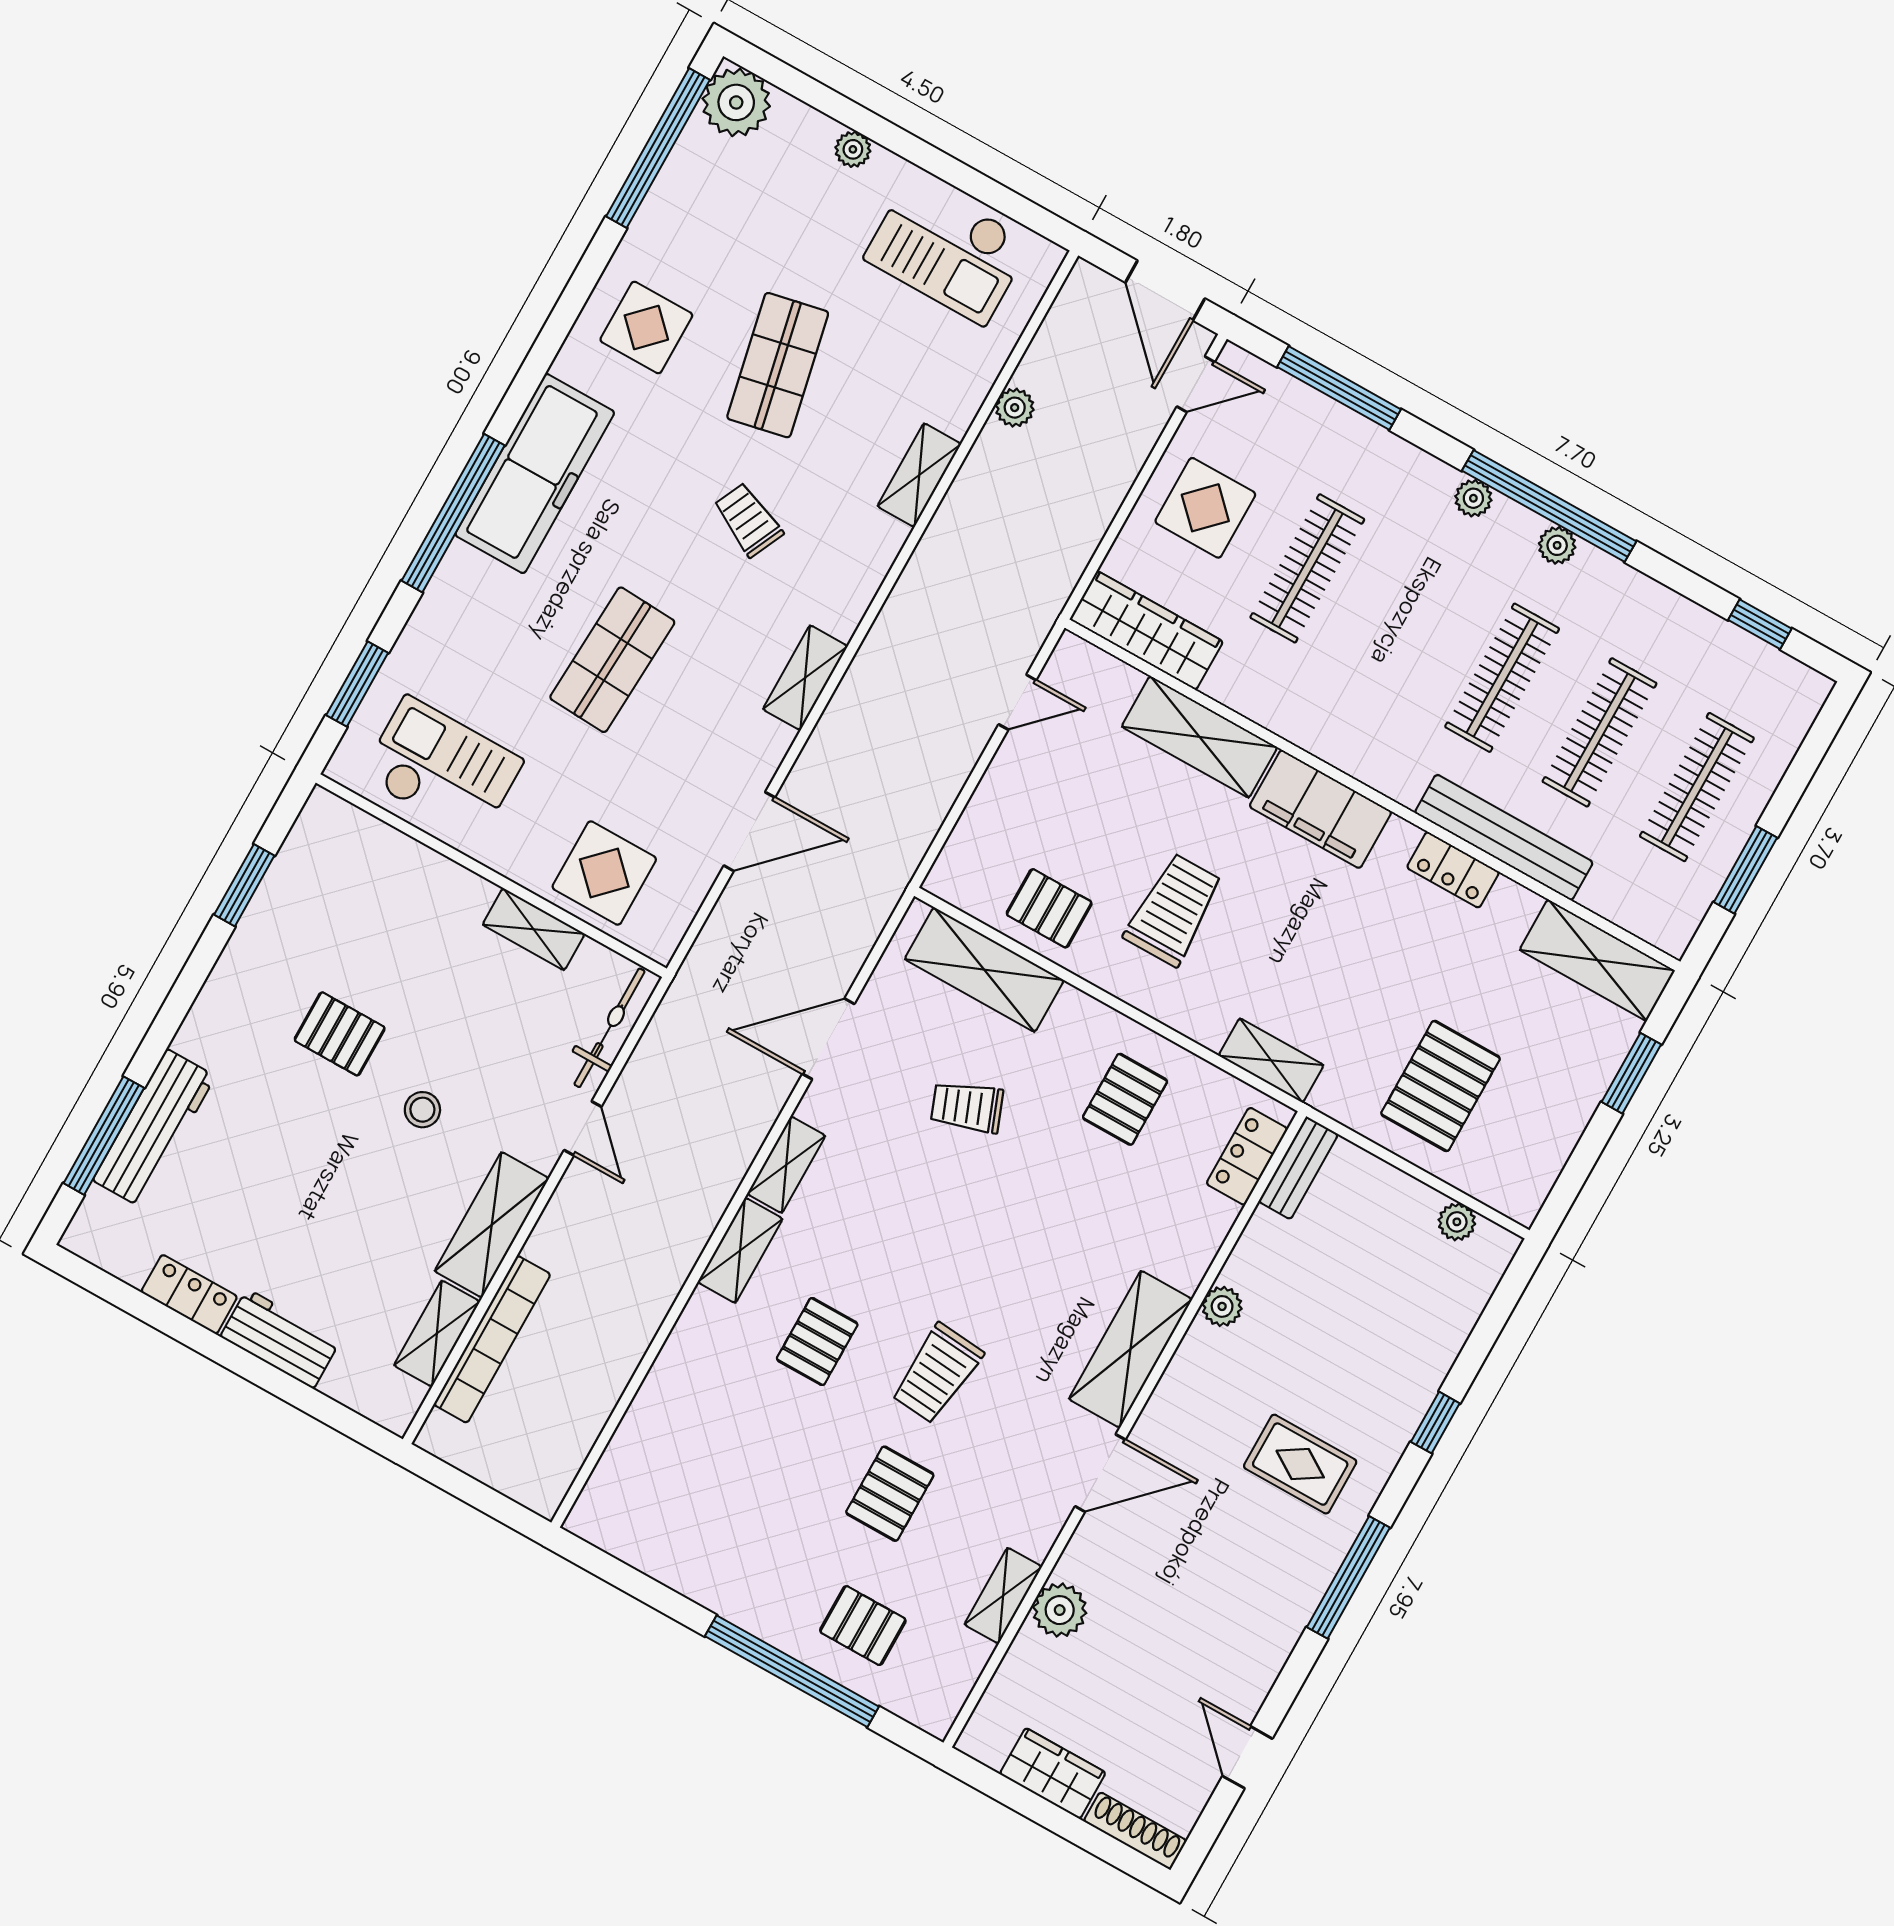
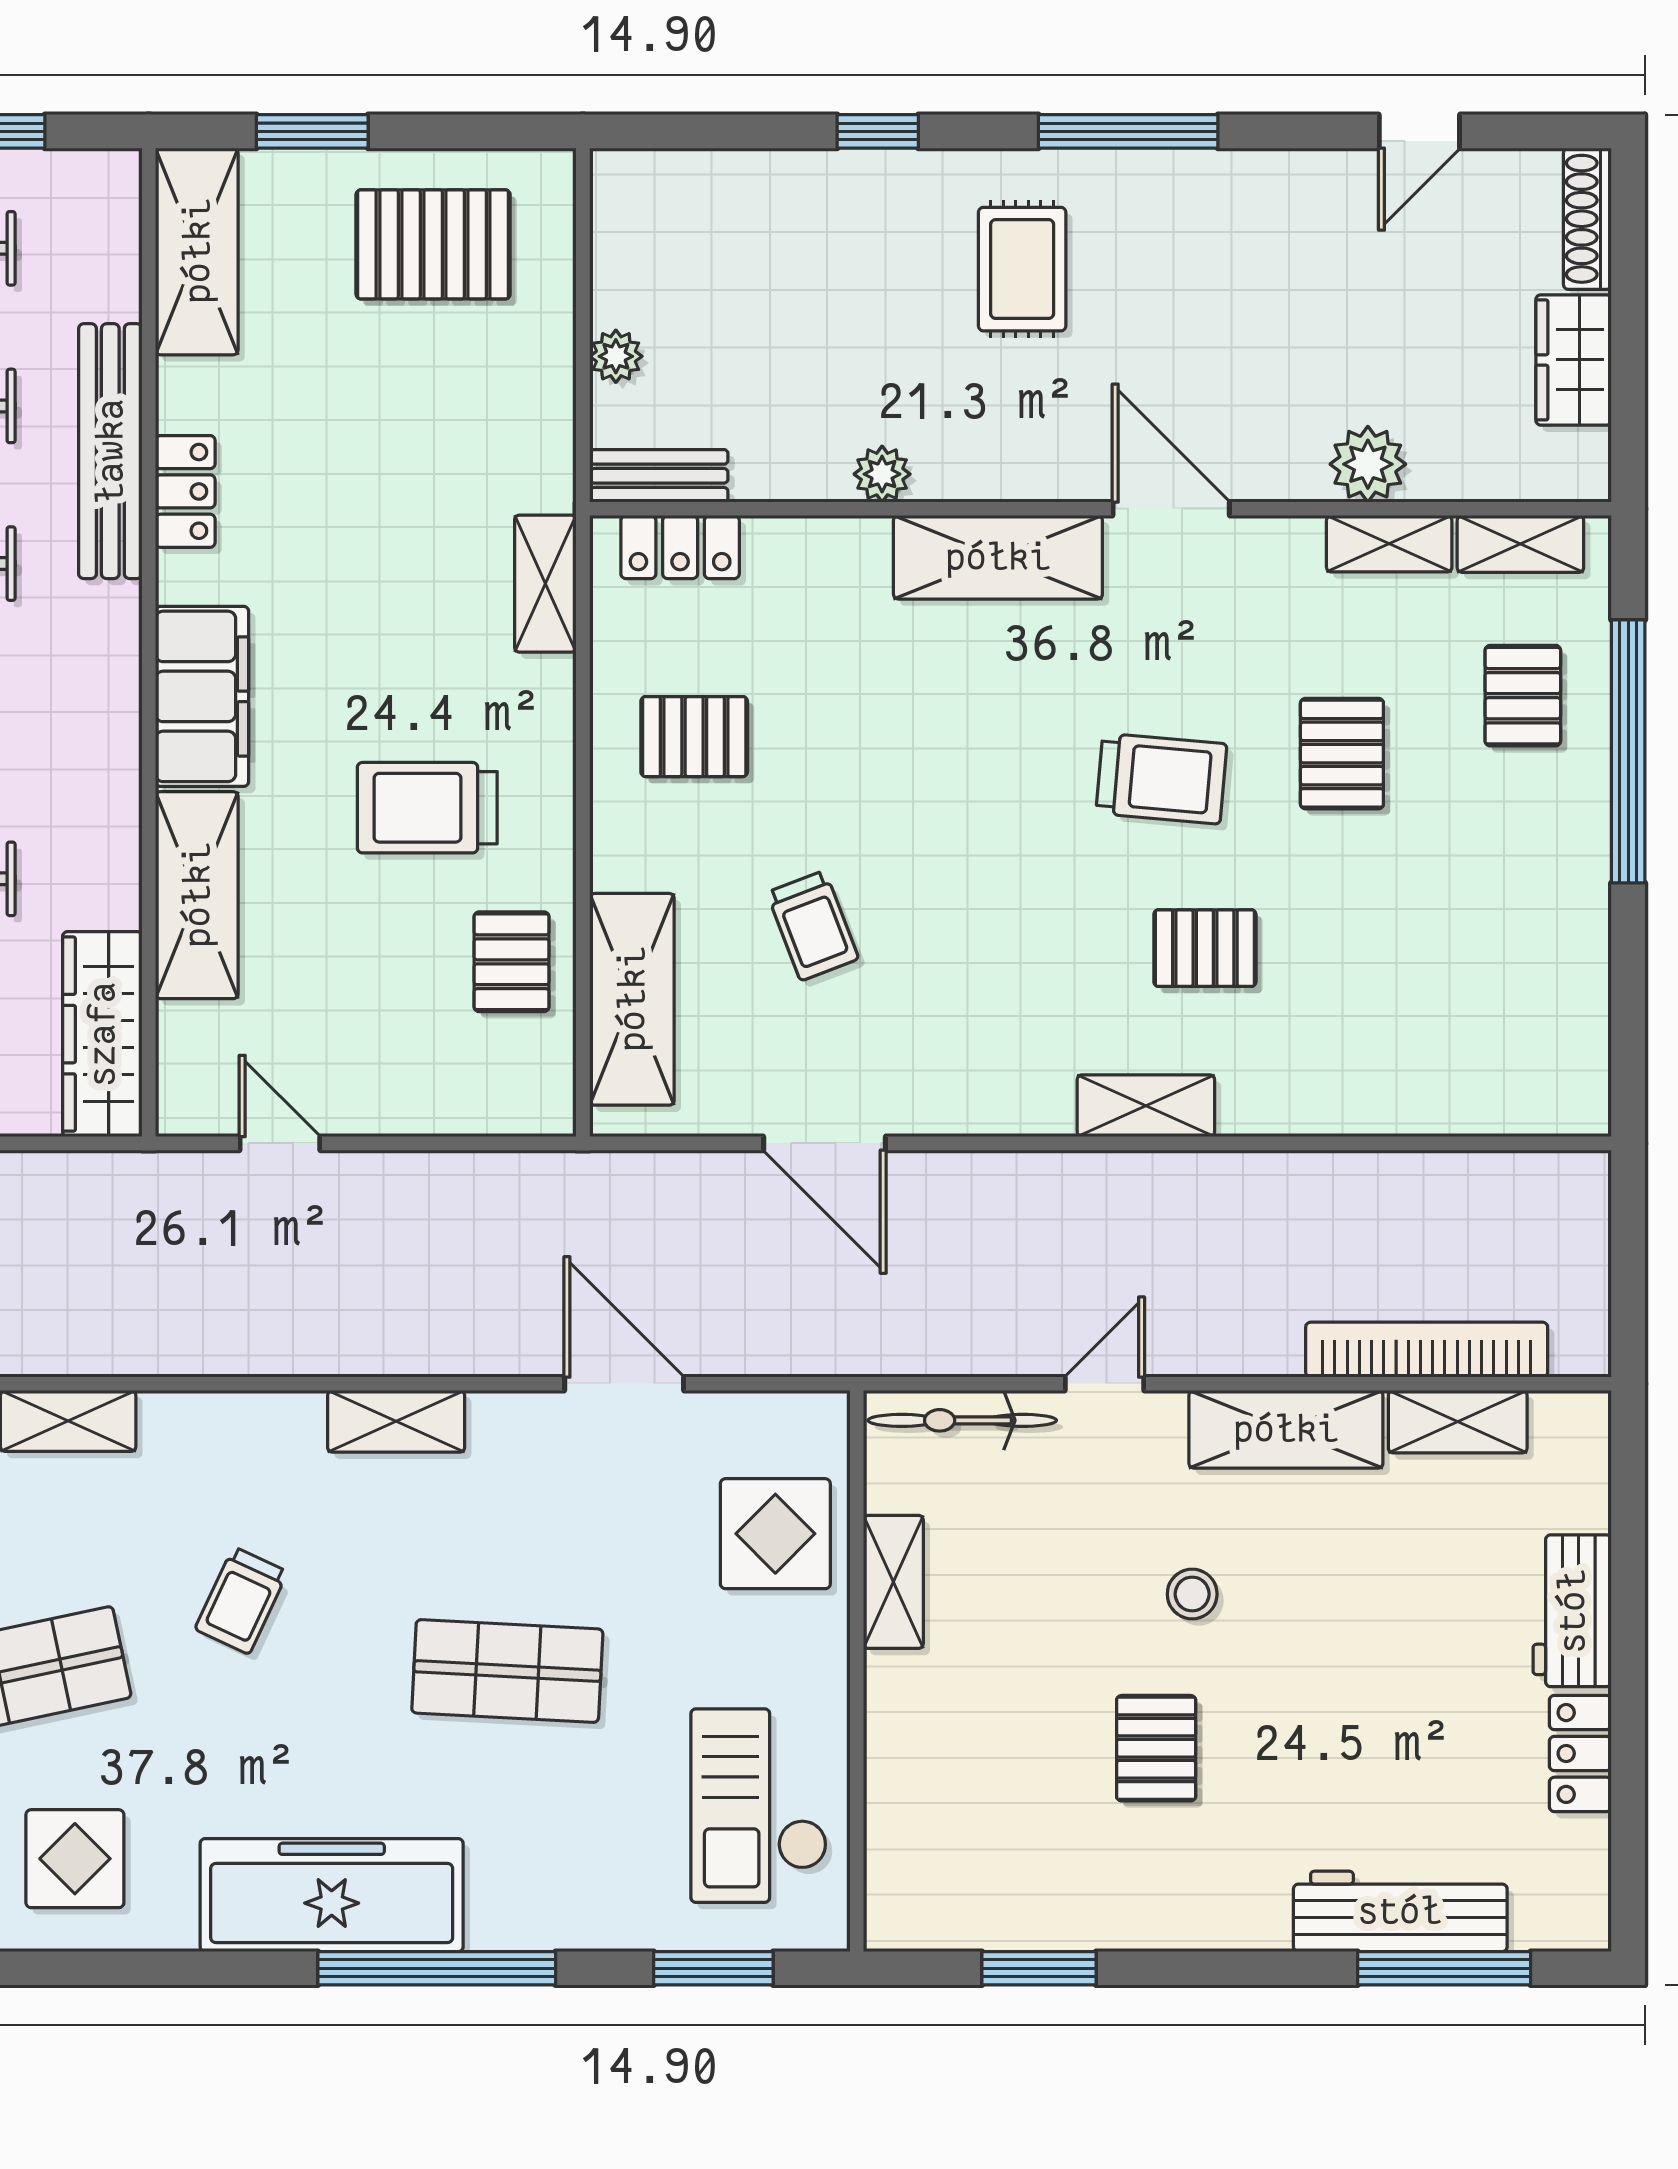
pallet: (1440, 1086) -> (433, 244), moved
shelving: (786, 1165) -> (1520, 544), moved
plant: (1457, 1222) -> (616, 356), moved
pallet: (890, 1494) -> (1342, 754), turned 90

